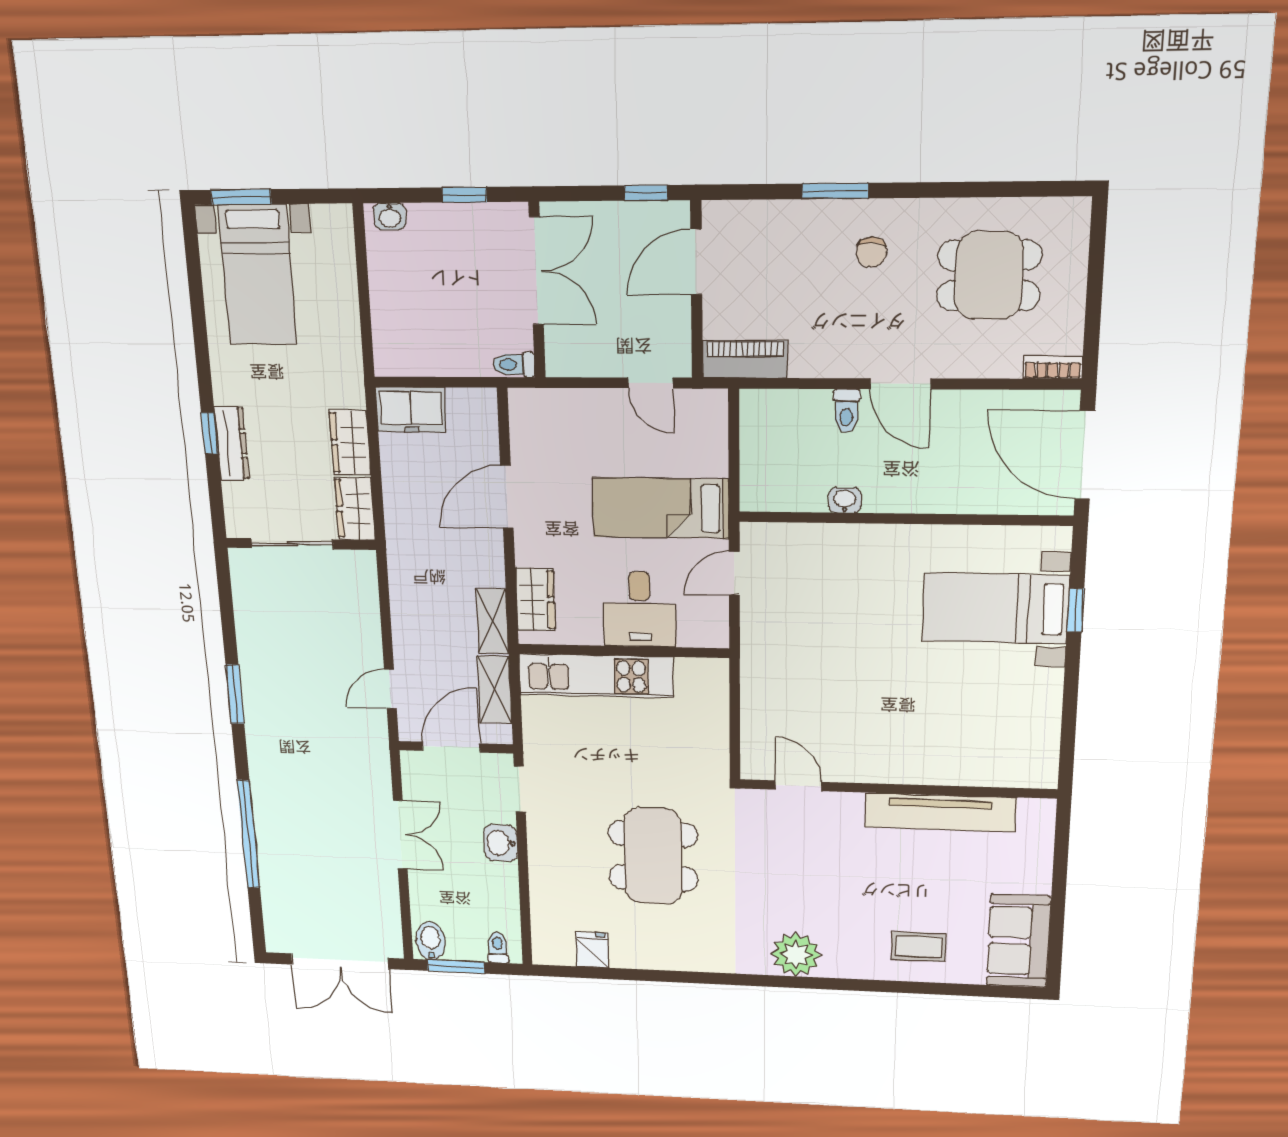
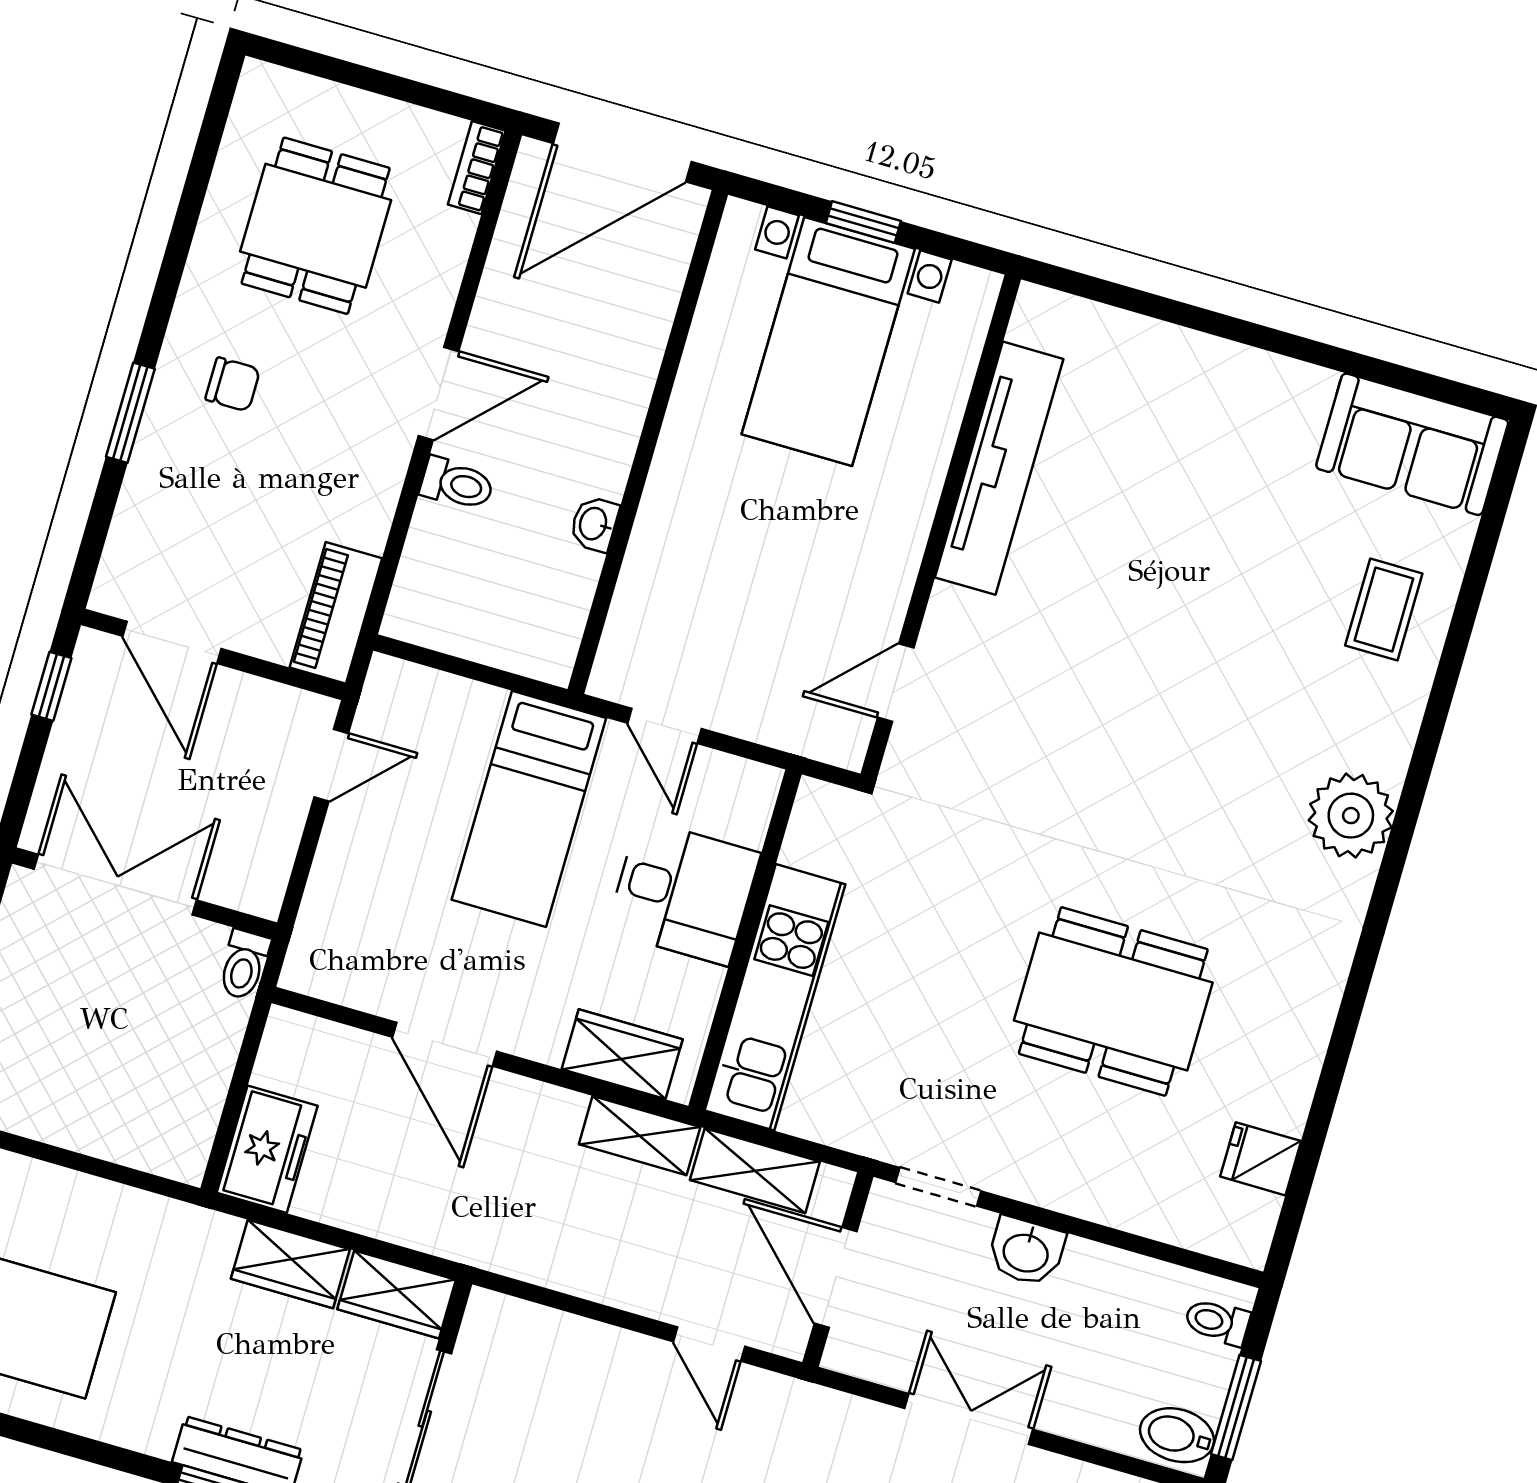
door: (798, 786) -> (896, 683), moved
wall: (897, 789) -> (941, 526), moved
tv unit: (940, 812) -> (999, 468), moved

